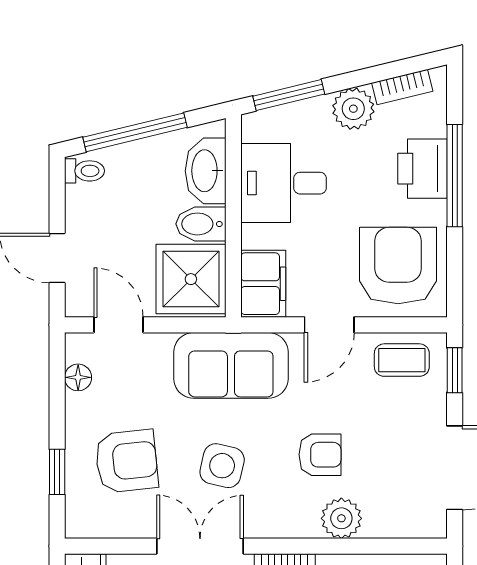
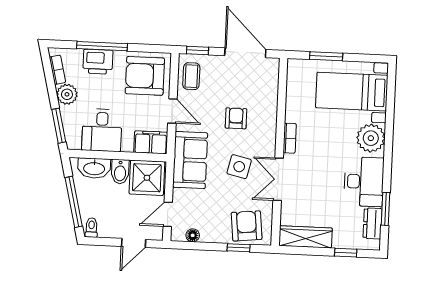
armchair: (127, 461) -> (247, 226), moved
plant: (341, 518) -> (268, 109), removed

